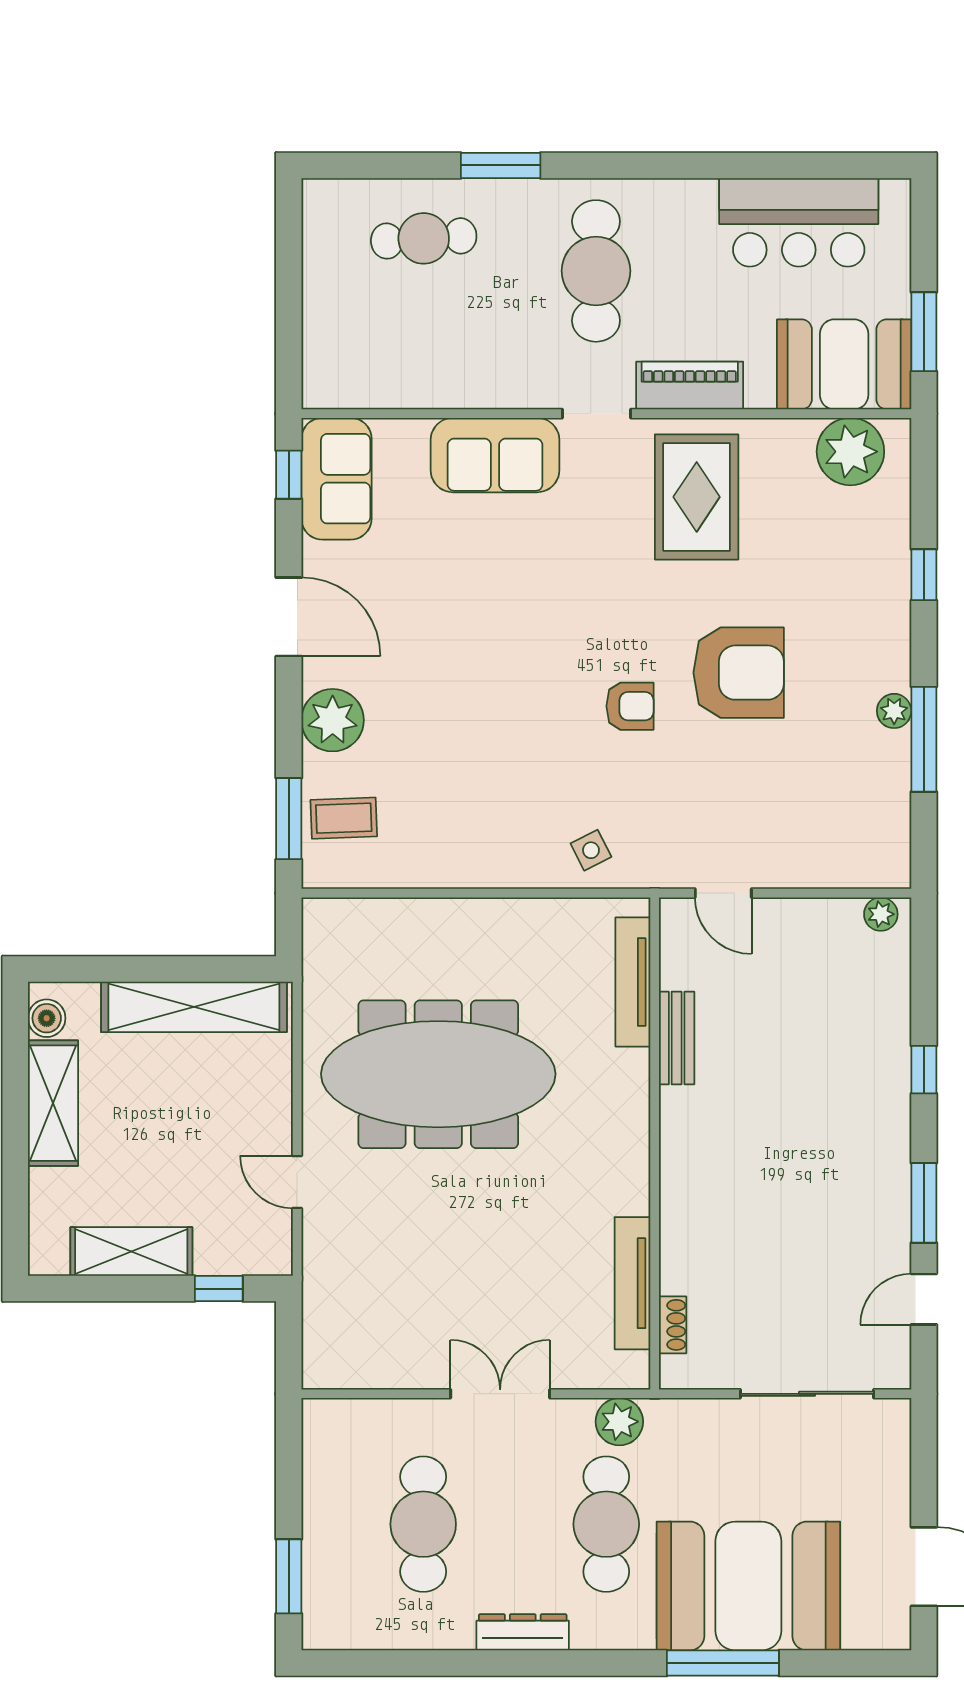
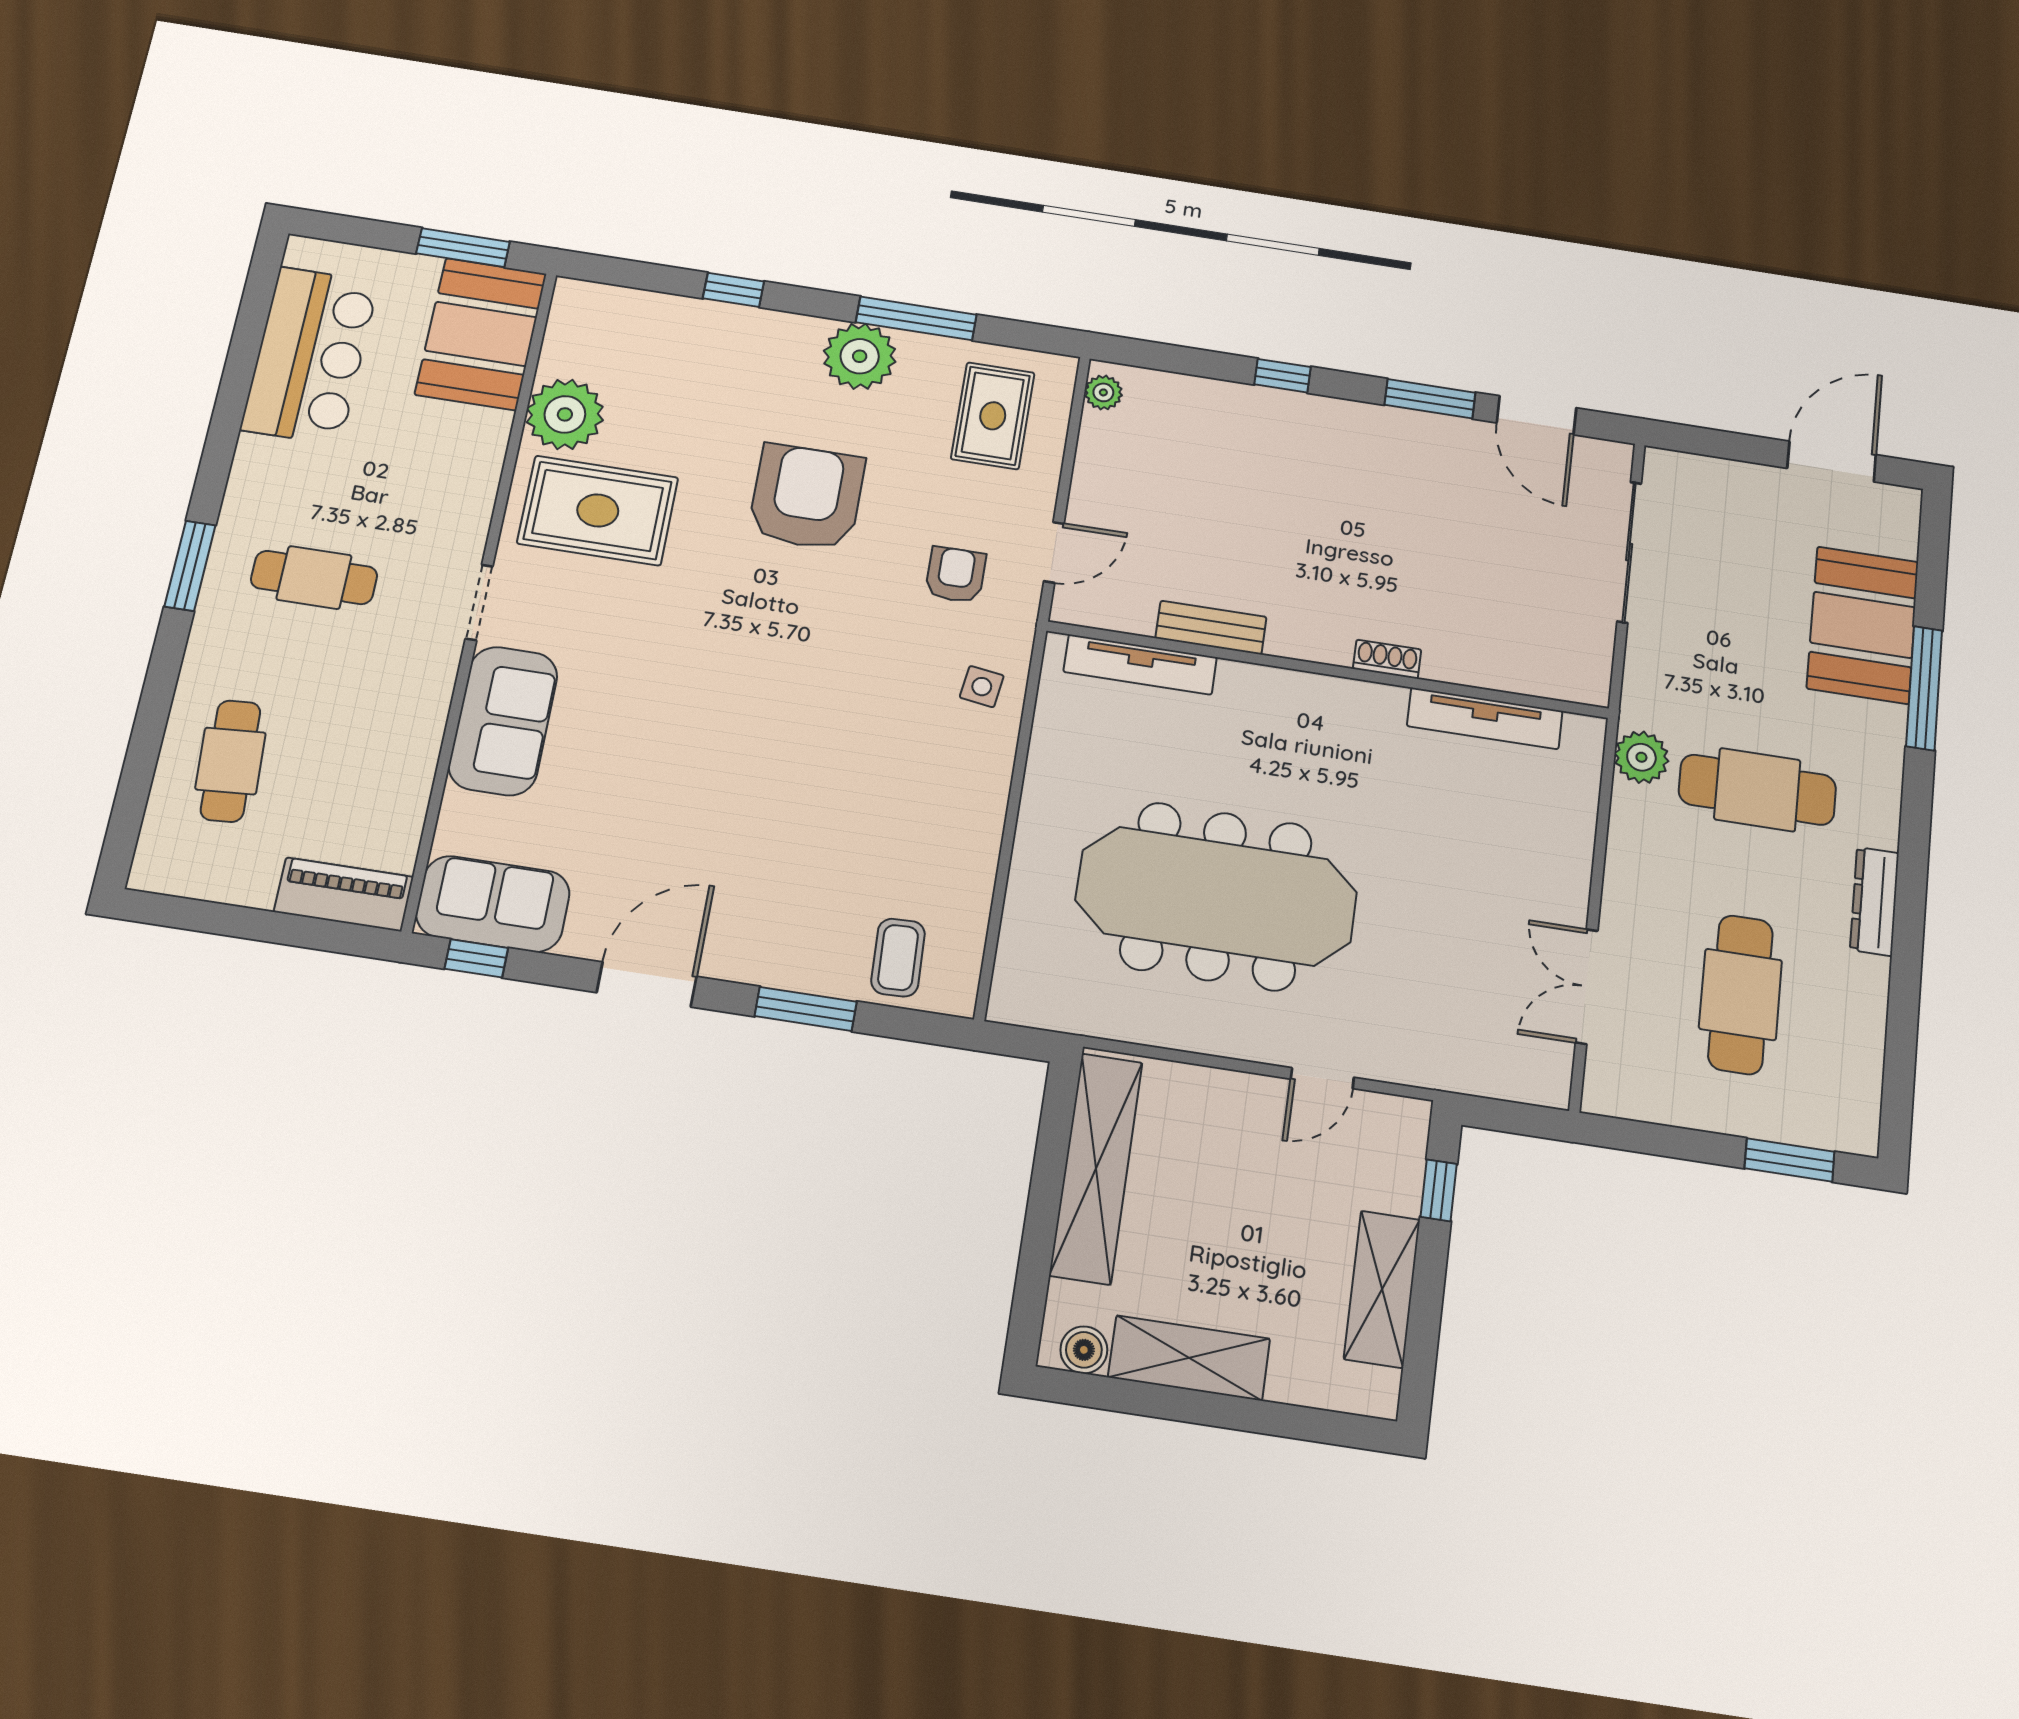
window: (501, 165) -> (190, 566), moved
cafe table: (596, 271) -> (314, 577), width x0.73, depth x0.74
piano: (690, 385) -> (344, 894), moved, turned 90
plant: (850, 452) -> (565, 414), moved
armchair: (630, 706) -> (956, 575), moved
plant: (894, 711) -> (860, 356), width x1.88, depth x1.88
plant: (333, 720) -> (779, 953), removed
window: (289, 819) -> (806, 1009), moved
rug: (842, 821) -> (993, 416), added
side table: (591, 850) -> (982, 687), turned 35
meeting table: (438, 1074) -> (1216, 896), turned 90
door: (924, 1299) -> (1536, 415), width x1.38
shoe rack: (673, 1325) -> (1387, 659), moved
double door: (500, 1394) -> (1587, 986), moved
cafe table: (423, 1524) -> (1741, 994), turned 90
booth: (748, 1586) -> (1863, 625), width x0.73, depth x0.70

